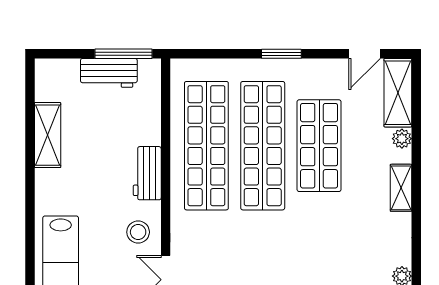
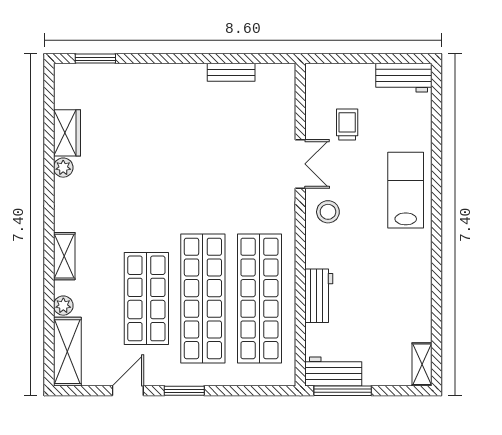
door: (365, 54) -> (128, 391), moved
workbench: (109, 73) -> (333, 371), moved
shelving: (48, 135) -> (422, 364), moved, width x0.67, depth x0.75
workbench: (147, 173) -> (319, 296), moved

